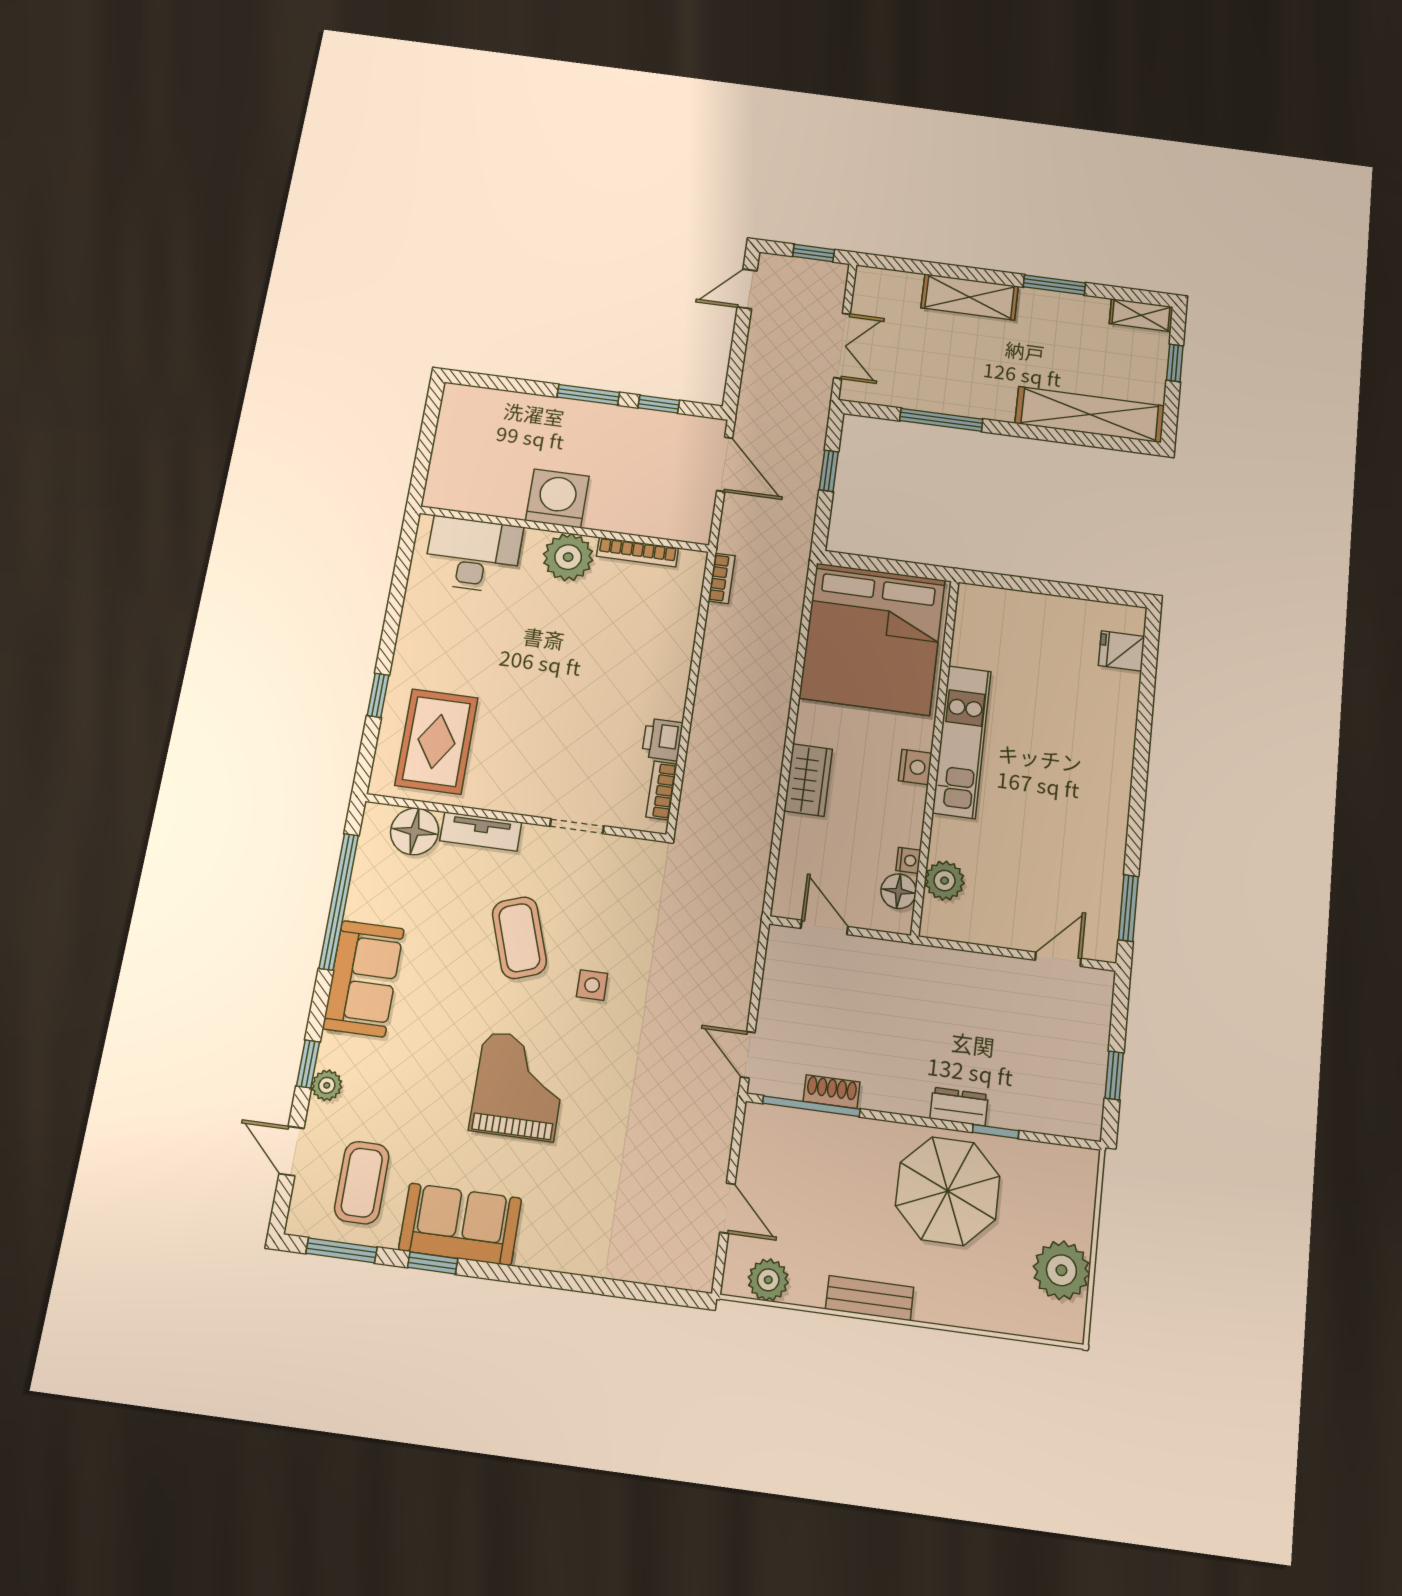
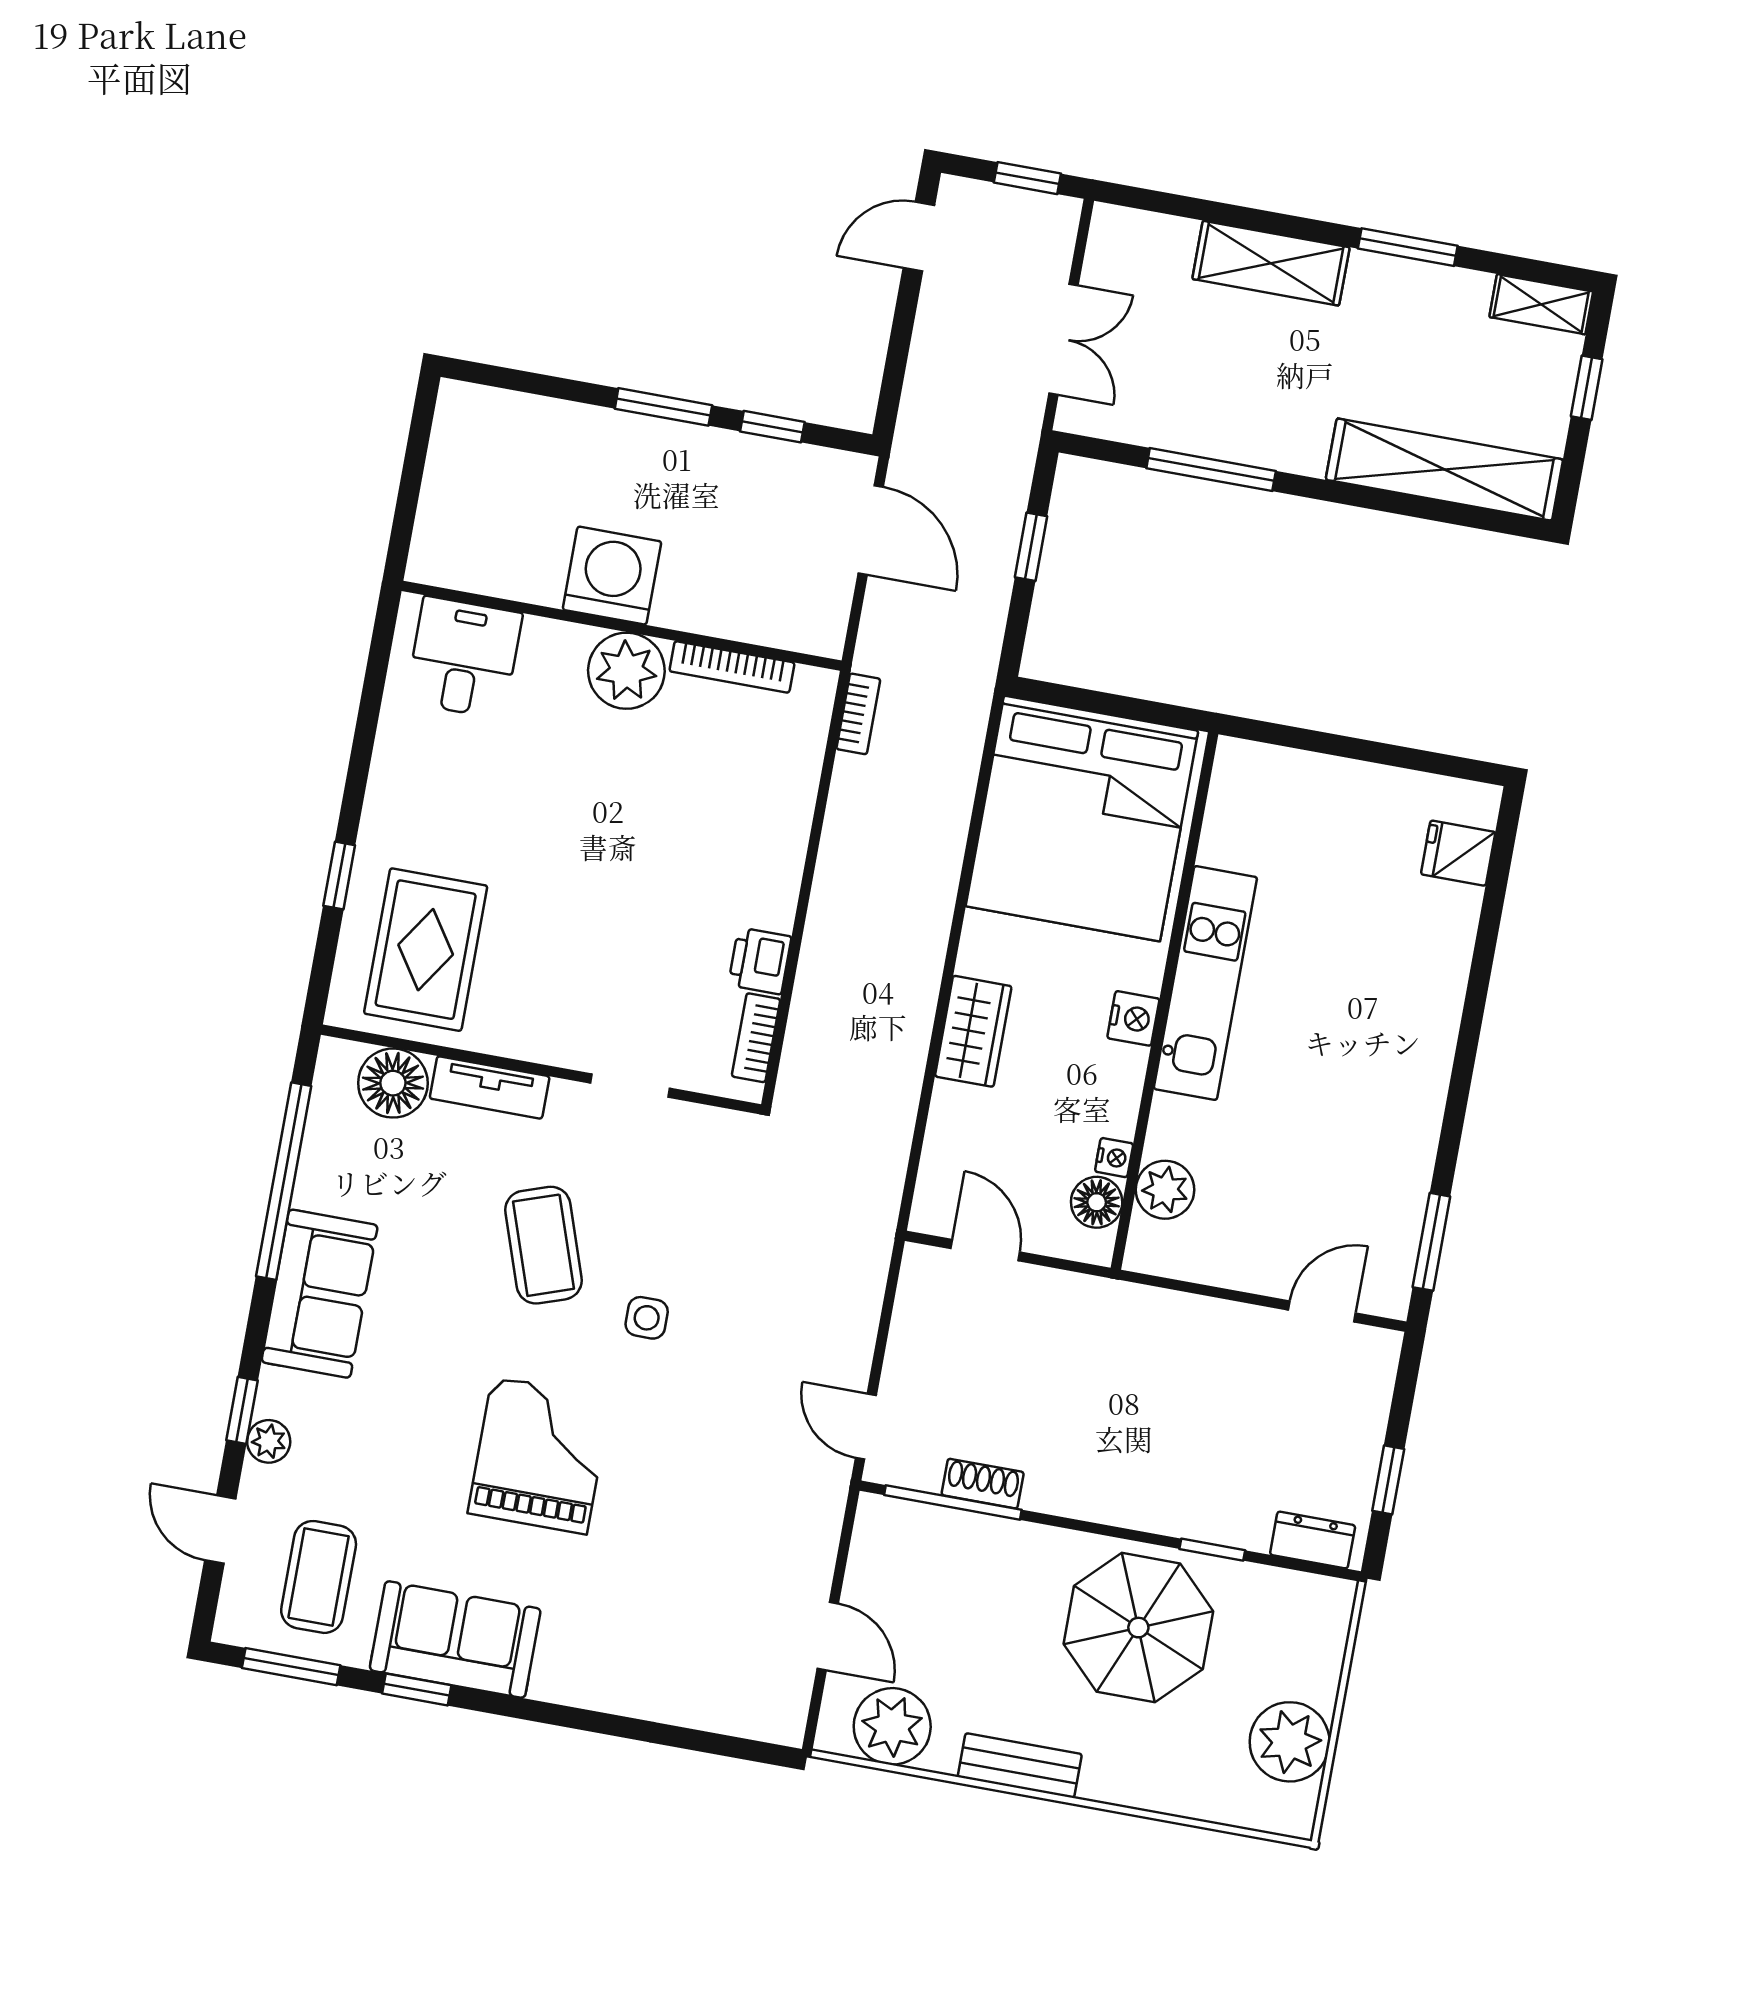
desk: (473, 555) -> (464, 658), width x0.73
dresser: (959, 1107) -> (1313, 1540), moved
plant: (768, 1280) -> (892, 1726), width x1.36, depth x1.36

